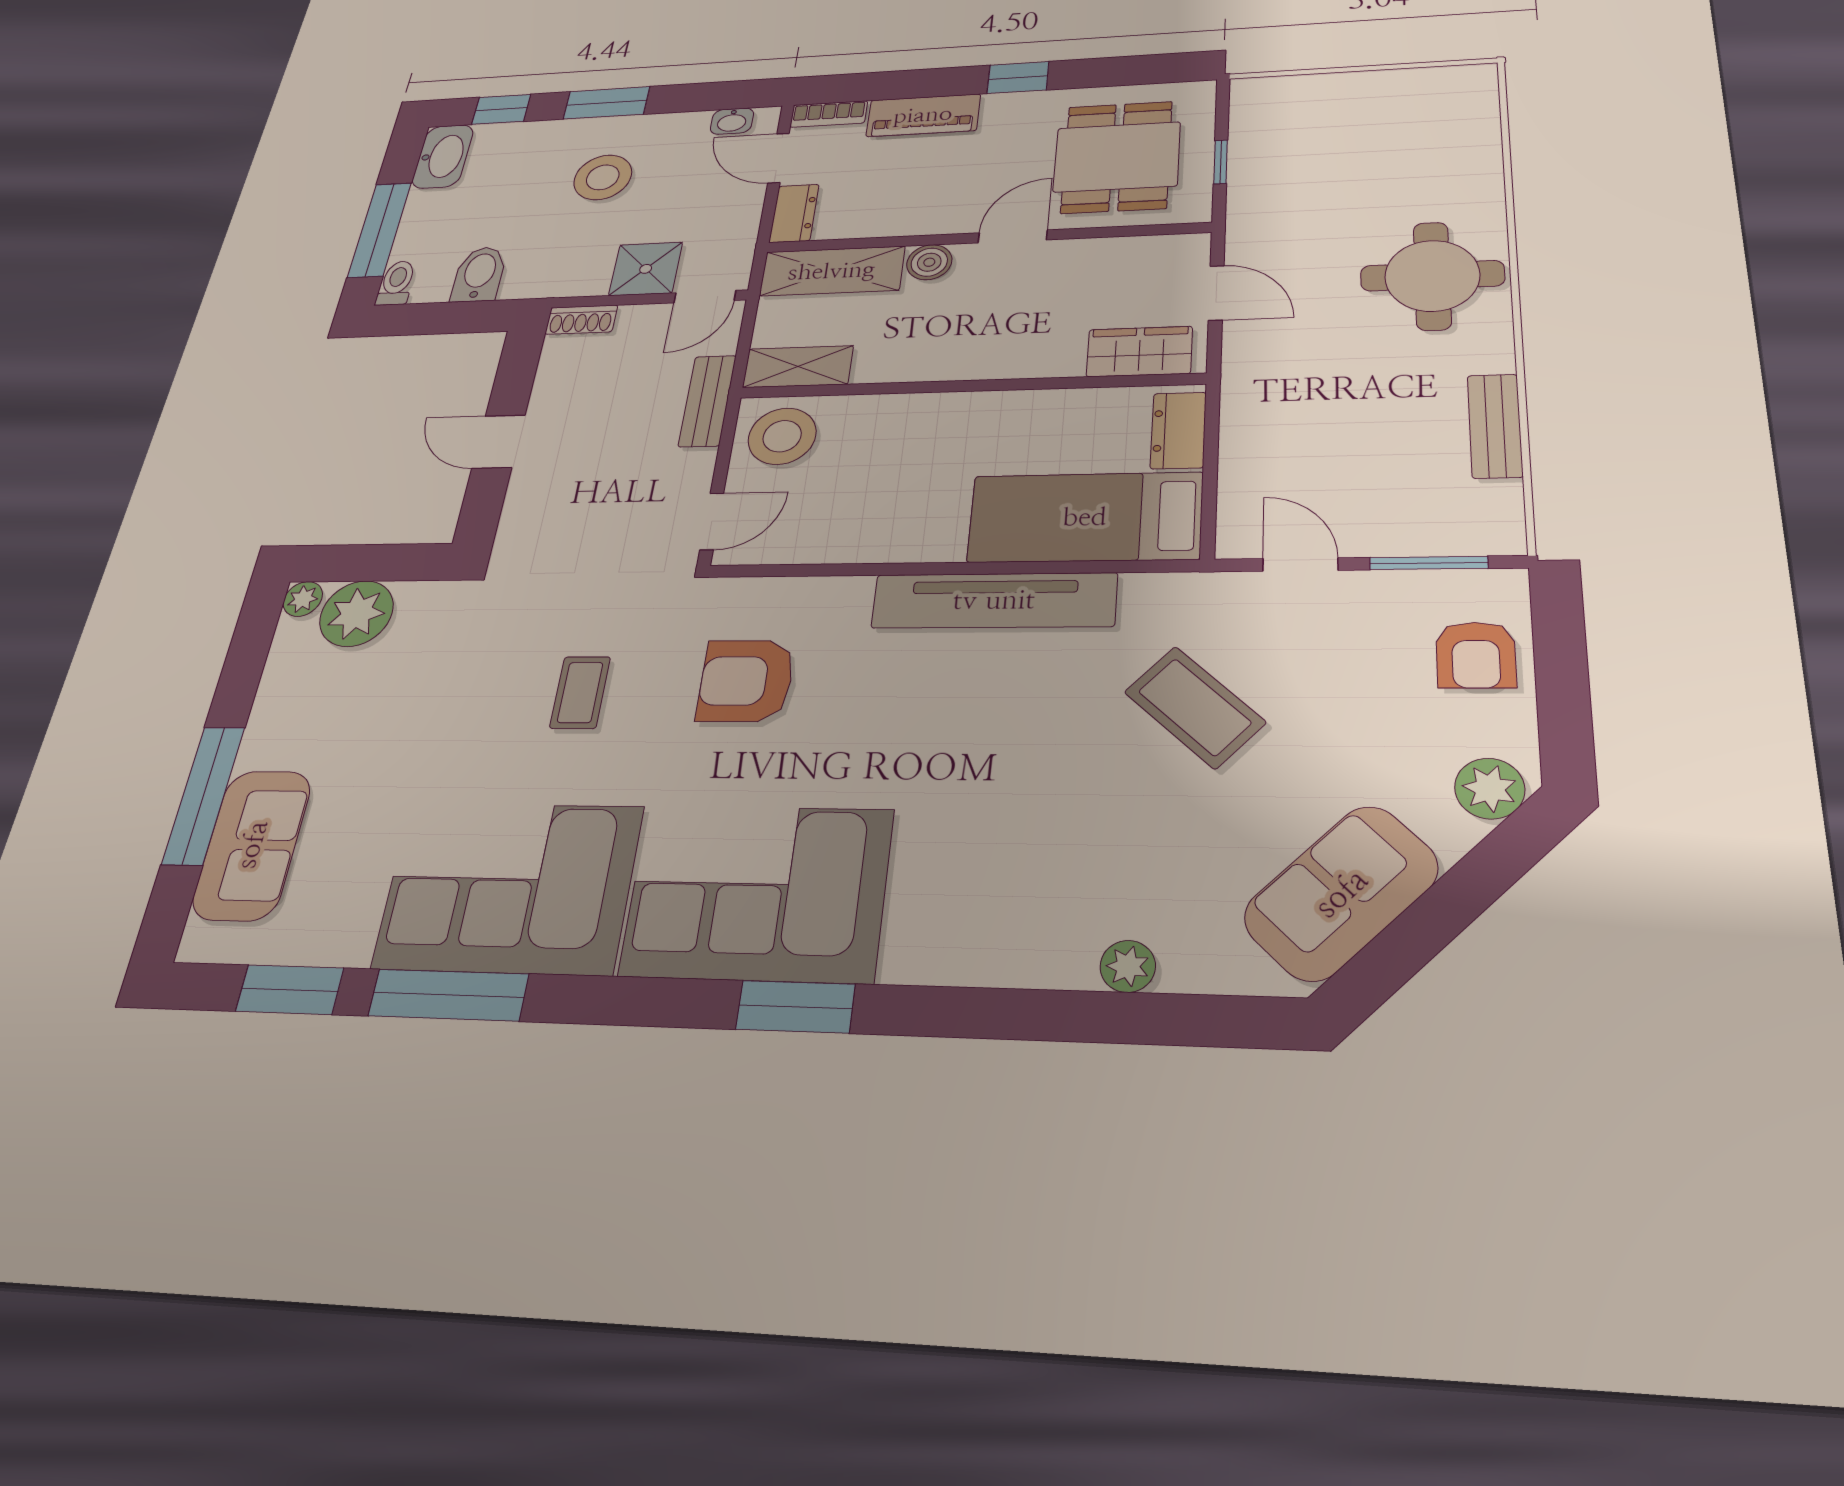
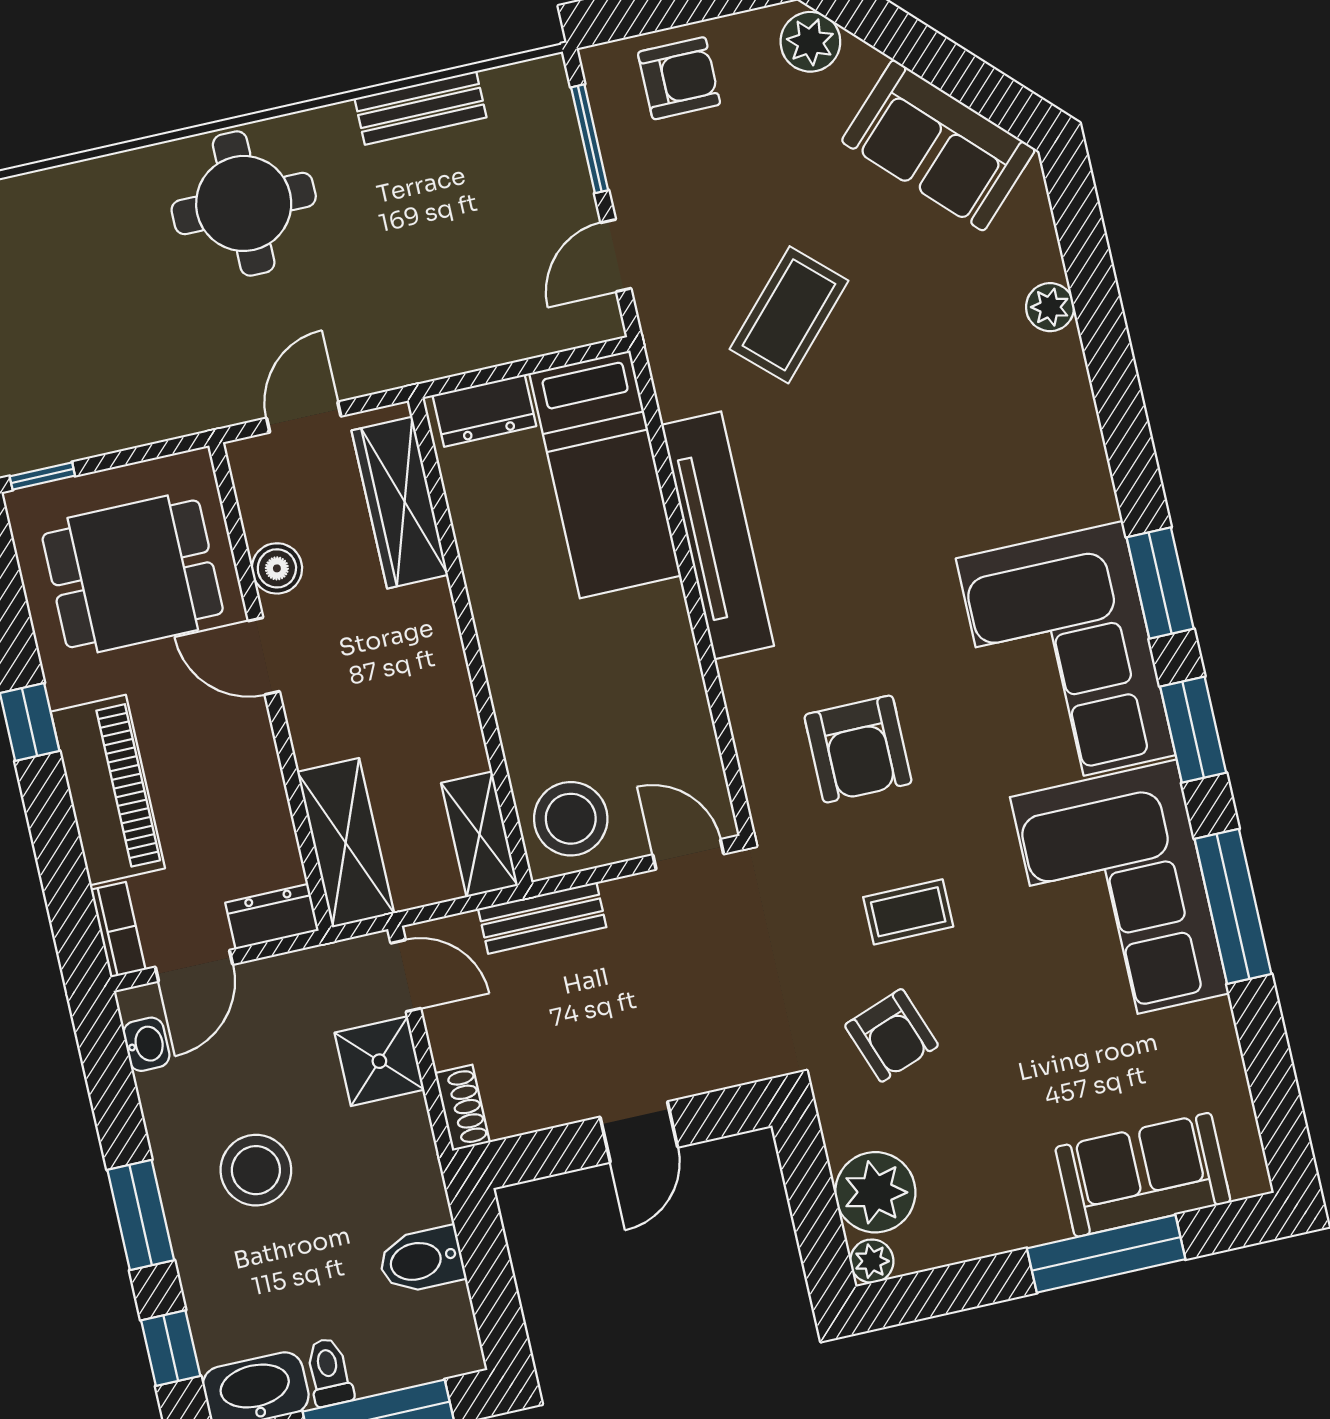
piano: (923, 115) -> (108, 790), width x1.37, depth x1.33
window: (1221, 162) -> (42, 476), moved
boiler: (929, 262) -> (277, 568), moved
toilet: (396, 283) -> (329, 1372), moved, turned 90
wardrobe: (1139, 352) -> (400, 503), width x1.50
armchair: (480, 655) -> (892, 1035), added
window: (290, 990) -> (1193, 730), moved

